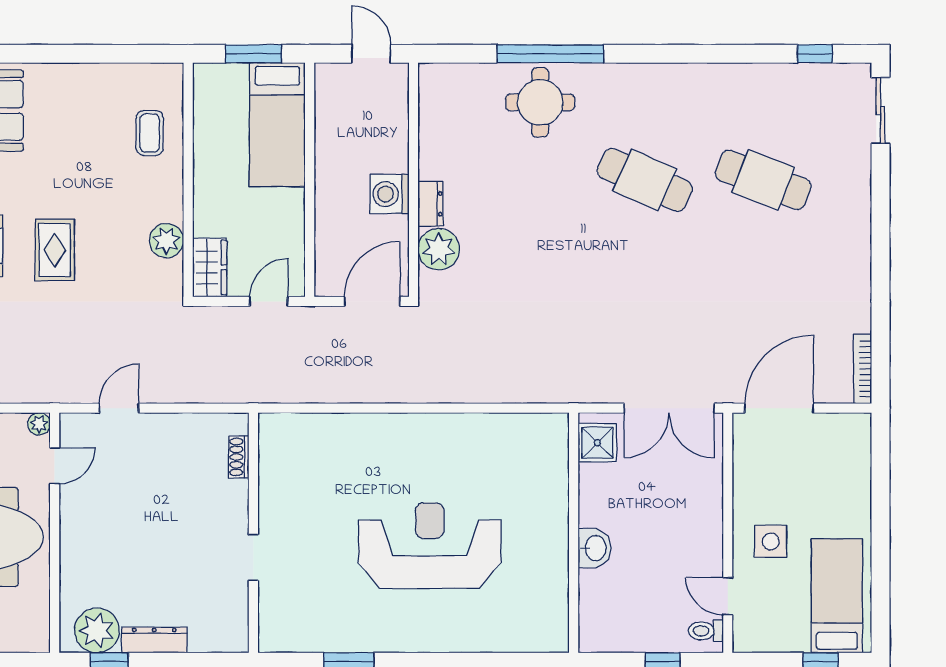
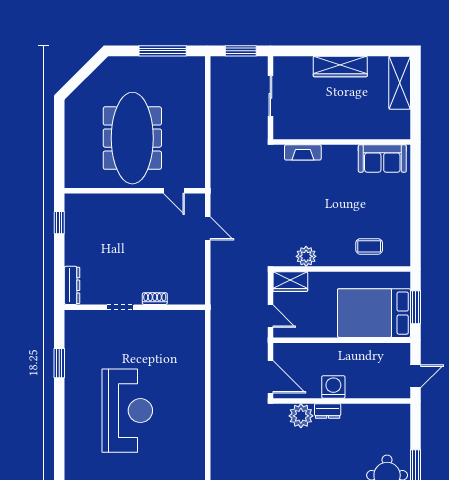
bed: (277, 125) -> (374, 313), width x1.50
rug: (55, 250) -> (301, 191), removed
plant: (39, 424) -> (199, 182), removed
shoe rack: (239, 457) -> (155, 299), moved
plant: (97, 630) -> (78, 215), removed
dresser: (154, 640) -> (72, 285), moved

